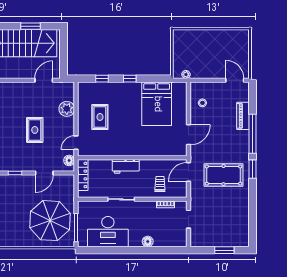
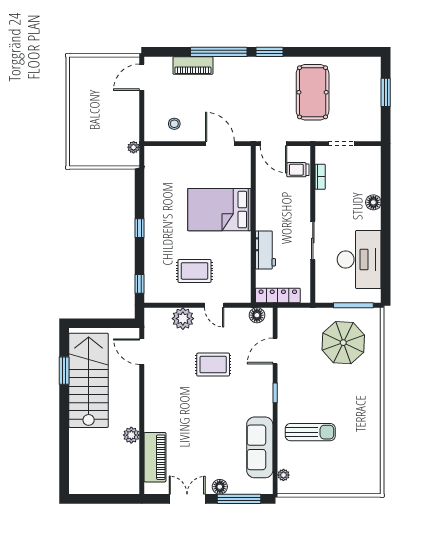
window: (102, 79) -> (139, 284), moved
bed: (157, 104) -> (219, 210), moved, turned 180
door: (76, 143) -> (214, 305), moved
workbench: (126, 166) -> (265, 250), moved
door: (44, 173) -> (275, 351), swing flipped
pool table: (224, 175) -> (313, 92), moved
trolley: (160, 184) -> (298, 170), moved
parasol: (50, 221) -> (343, 343), width x0.73, depth x0.73

